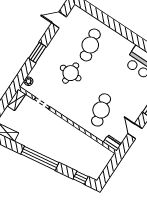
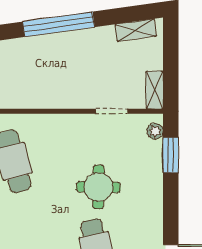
window: (37, 53) -> (171, 155), moved

